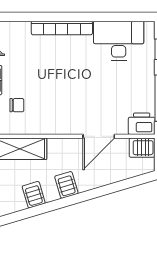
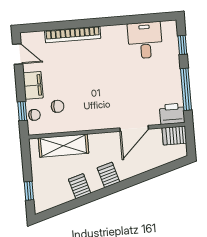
bookcase: (62, 28) -> (73, 35), moved
desk: (119, 41) -> (145, 40), width x0.73

